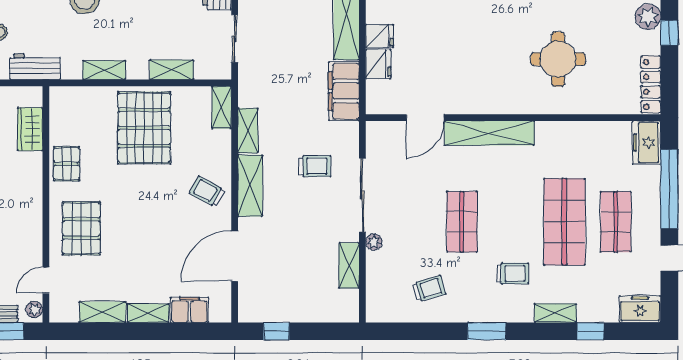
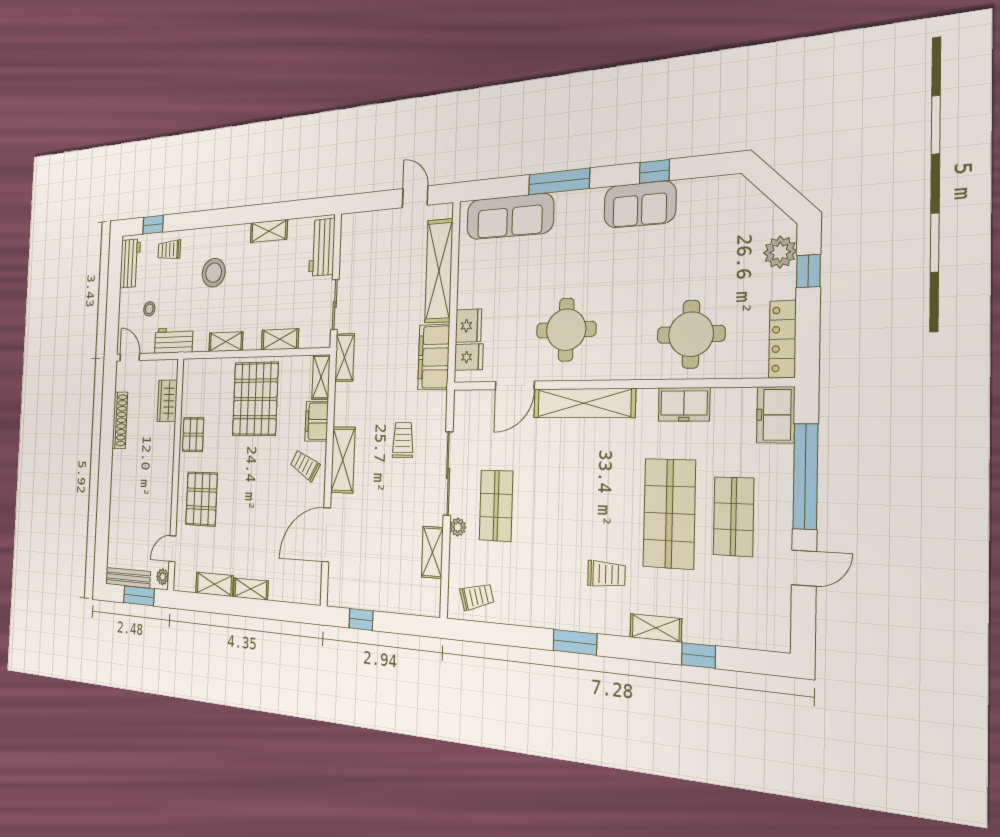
fridge: (380, 36) -> (469, 357), moved
round table: (558, 59) -> (691, 334), moved
round table: (472, 71) -> (566, 330), added
shelving: (248, 131) -> (345, 357), moved
trolley: (315, 166) -> (403, 440), turned -90
shop shelf: (462, 222) -> (496, 506), moved
trolley: (429, 289) -> (477, 597), moved
freezer: (640, 309) -> (684, 404), moved, turned 180
filing cabinet: (190, 310) -> (317, 421), moved, turned -90

